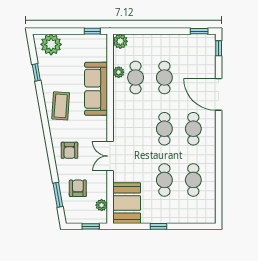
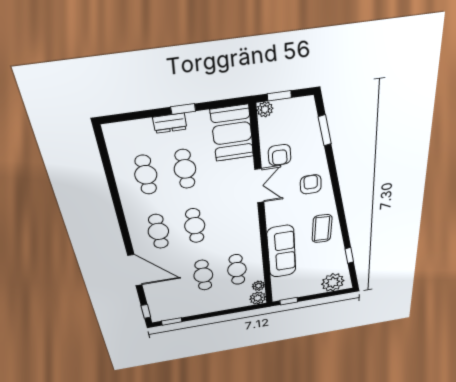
plant: (119, 72) -> (258, 286), moved
armchair: (78, 188) -> (280, 155), moved
plant: (102, 205) -> (265, 109), moved
dresser: (169, 217) -> (170, 123), added

